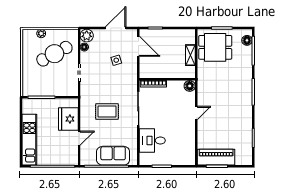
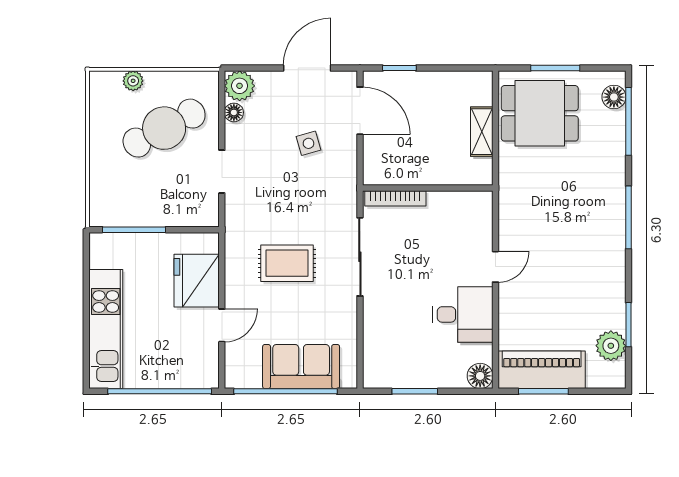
floor lamp: (190, 86) -> (480, 376), moved
desk: (152, 140) -> (463, 314), moved, turned 180
plant: (246, 147) -> (611, 346), added

